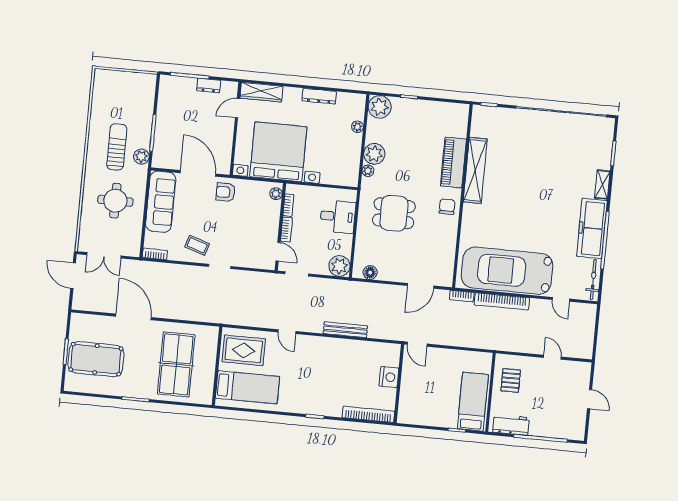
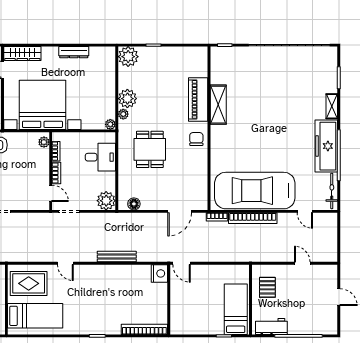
plant: (357, 127) -> (110, 124), moved
shelving: (475, 170) -> (218, 105), width x0.68
dining table: (394, 213) -> (150, 149), turned 90
nightstand: (389, 377) -> (159, 273), moved

